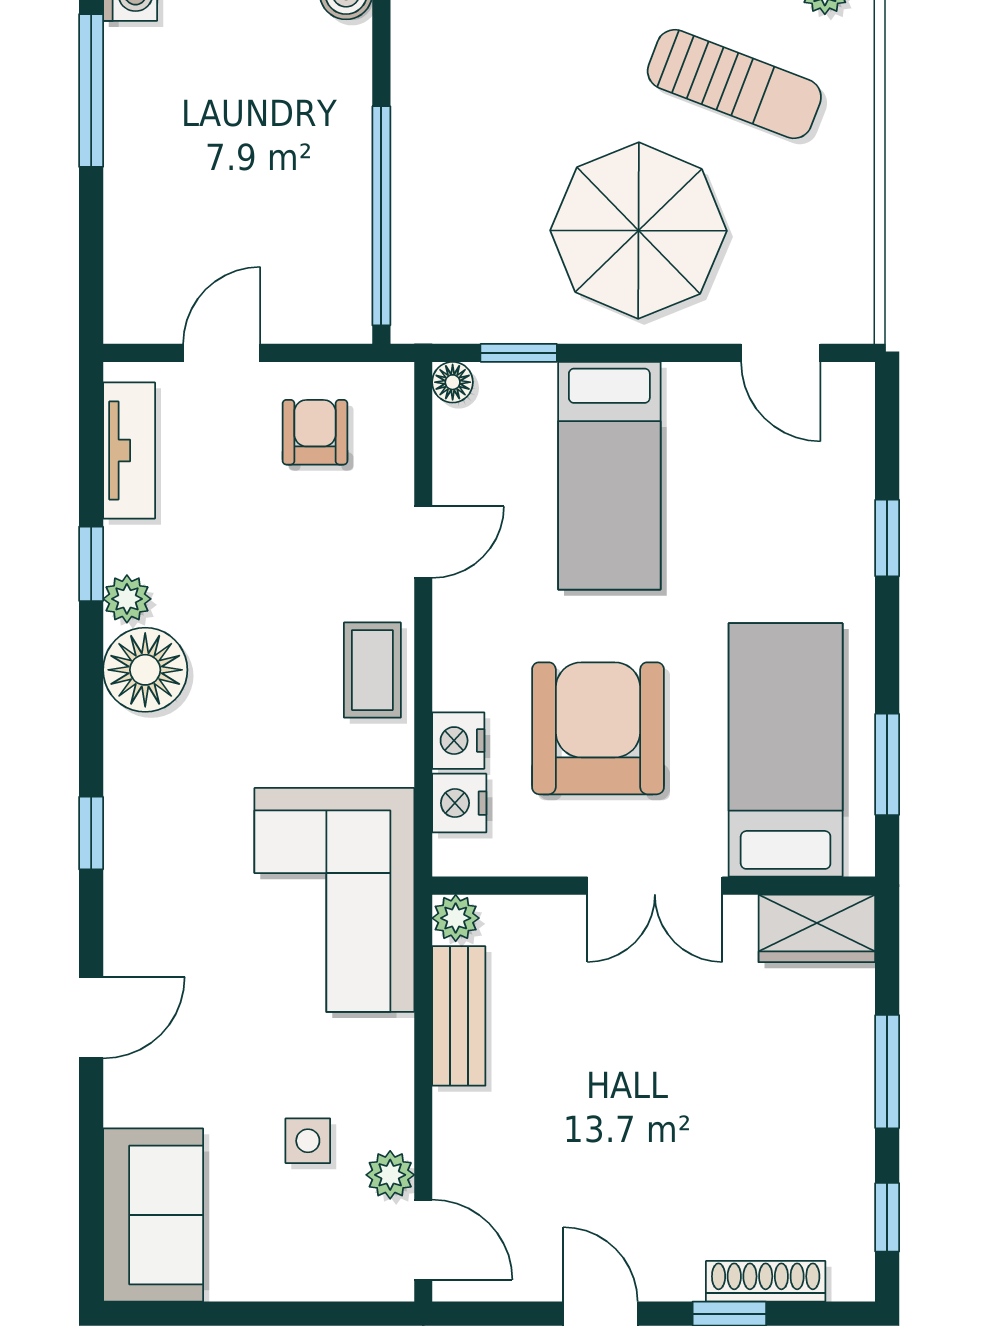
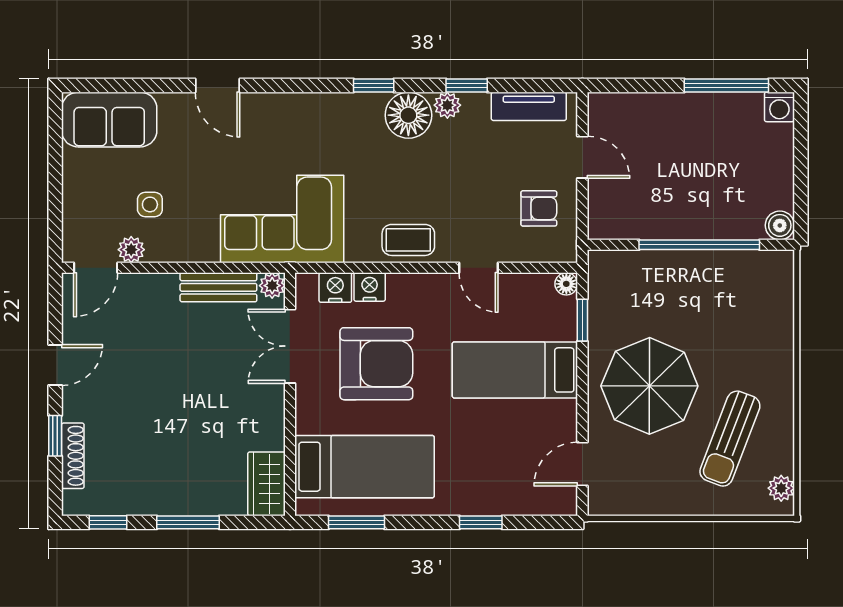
window: (381, 216) -> (699, 245), moved
window: (91, 833) -> (374, 85), moved
double door: (655, 886) -> (290, 346), moved

